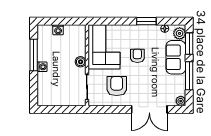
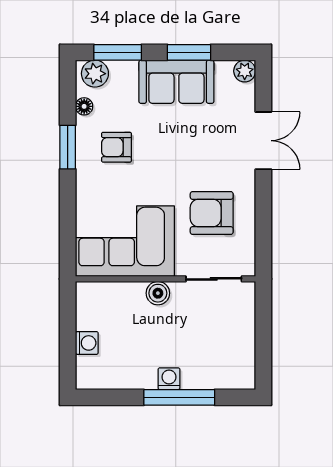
window: (34, 55) -> (179, 397), moved
armchair: (137, 56) -> (116, 147), moved
sofa: (176, 57) -> (176, 82), moved
window: (189, 76) -> (189, 52), width x0.69
double door: (149, 109) -> (263, 141), width x0.73

